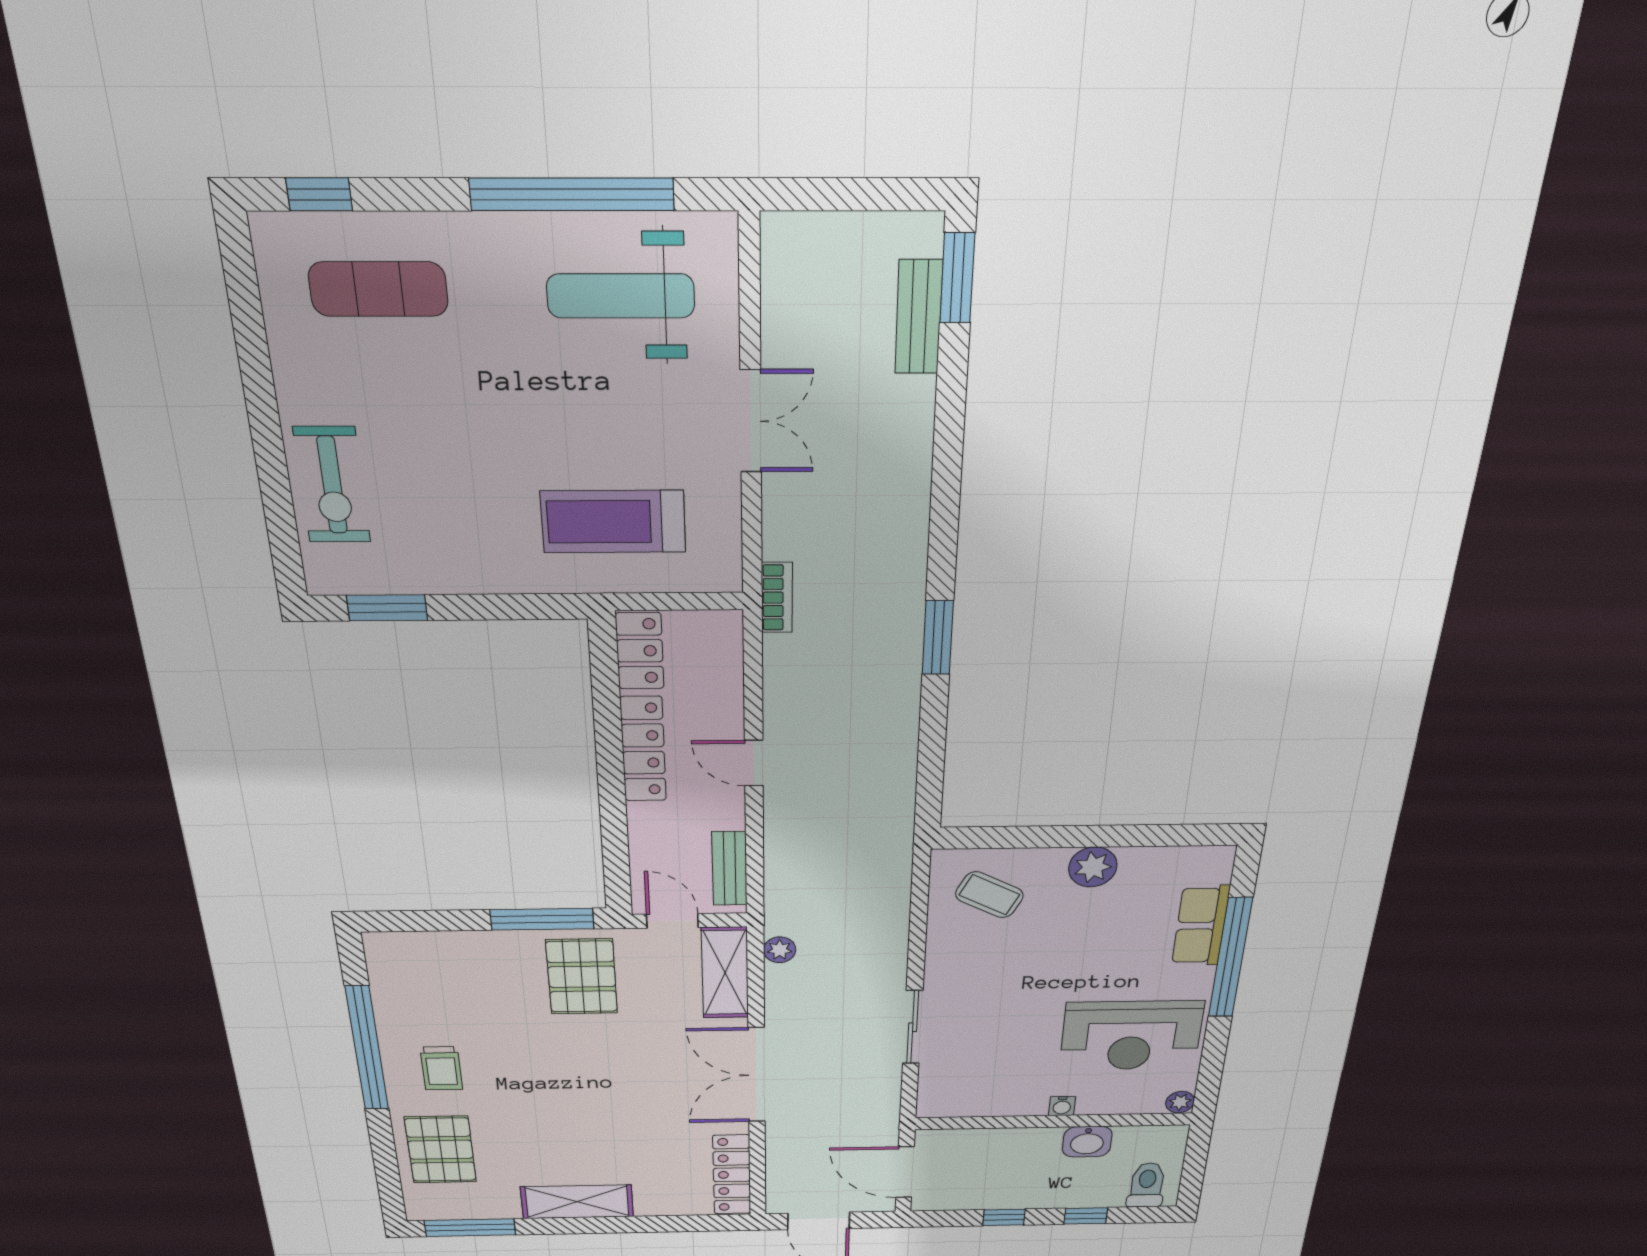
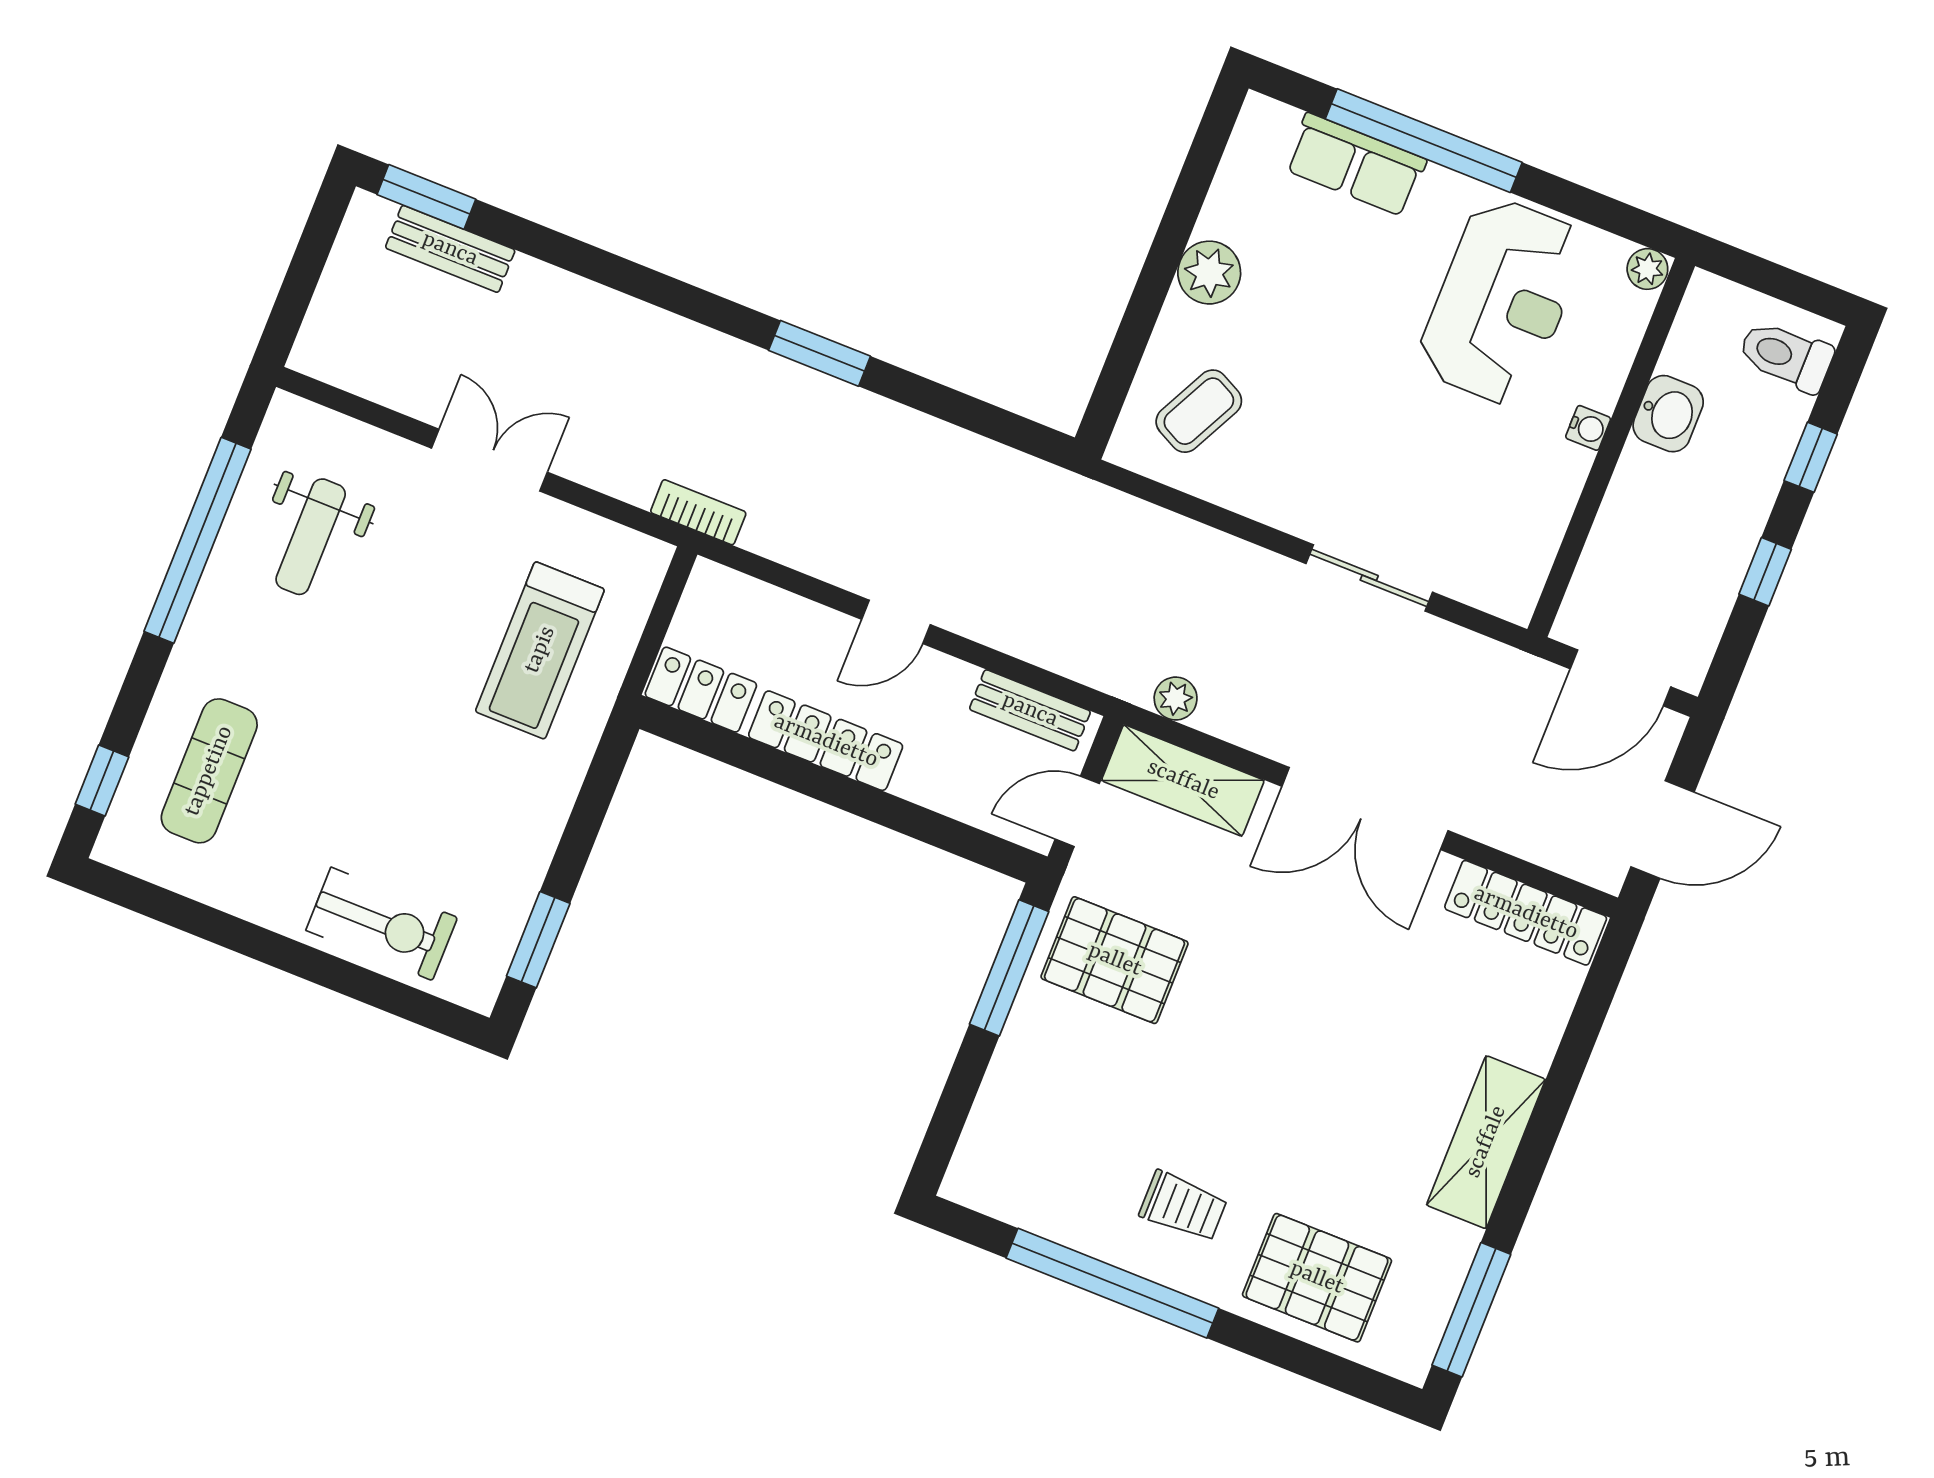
weight bench: (621, 296) -> (311, 537), width x0.73, depth x0.75

